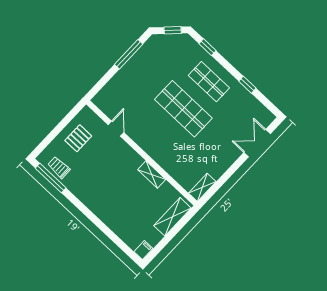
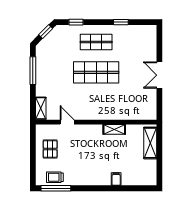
double door: (257, 143) -> (159, 75), moved
shelving: (202, 187) -> (41, 108), moved
filing cabinet: (143, 250) -> (116, 179), moved

